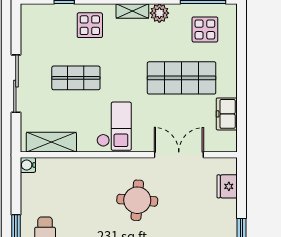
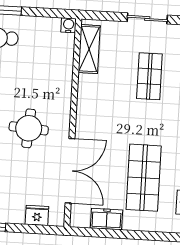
sliding door: (16, 84) -> (147, 18), width x0.73
checkout: (114, 126) -> (101, 110), removed
double door: (179, 155) -> (70, 171), width x1.36

